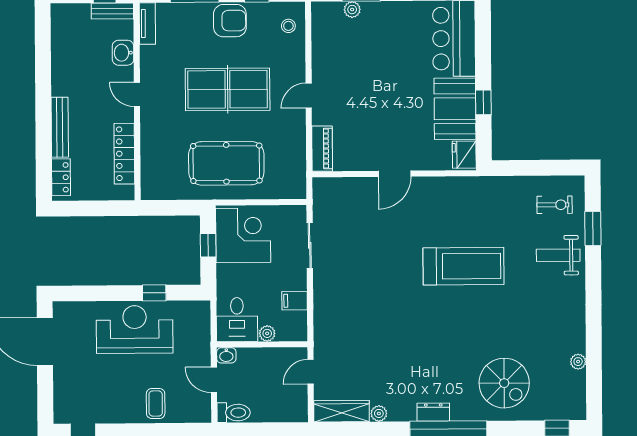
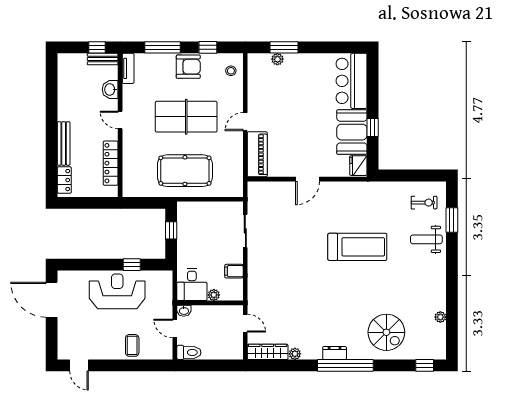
piano: (322, 149) -> (257, 154), width x1.37, depth x1.33
corner desk: (243, 235) -> (197, 223), removed
door: (311, 372) -> (245, 323), swing flipped

